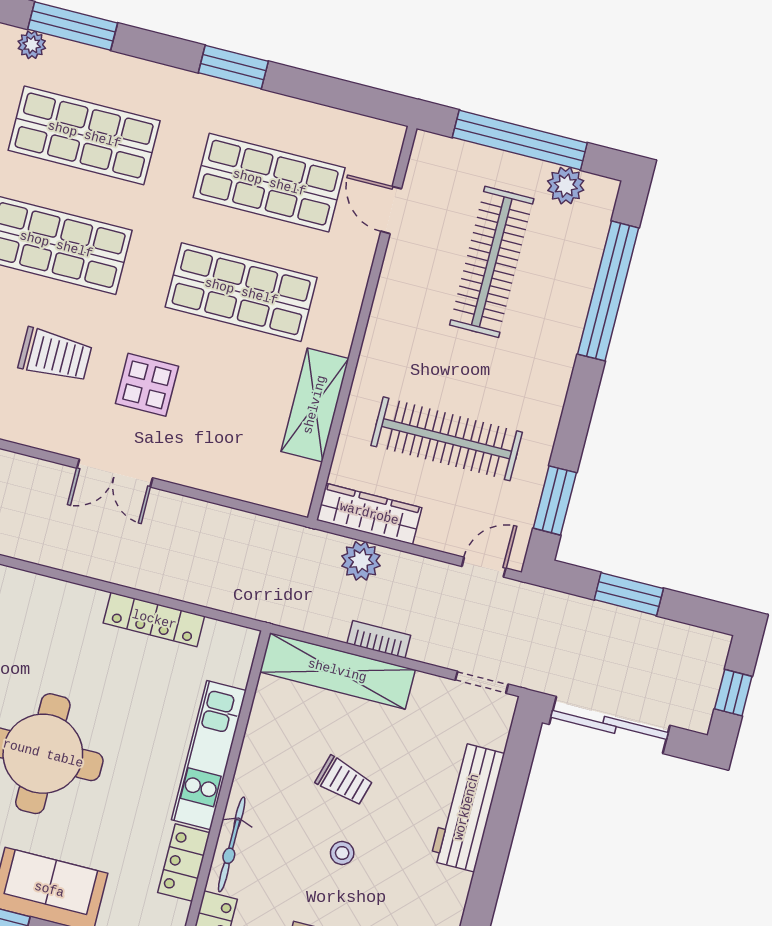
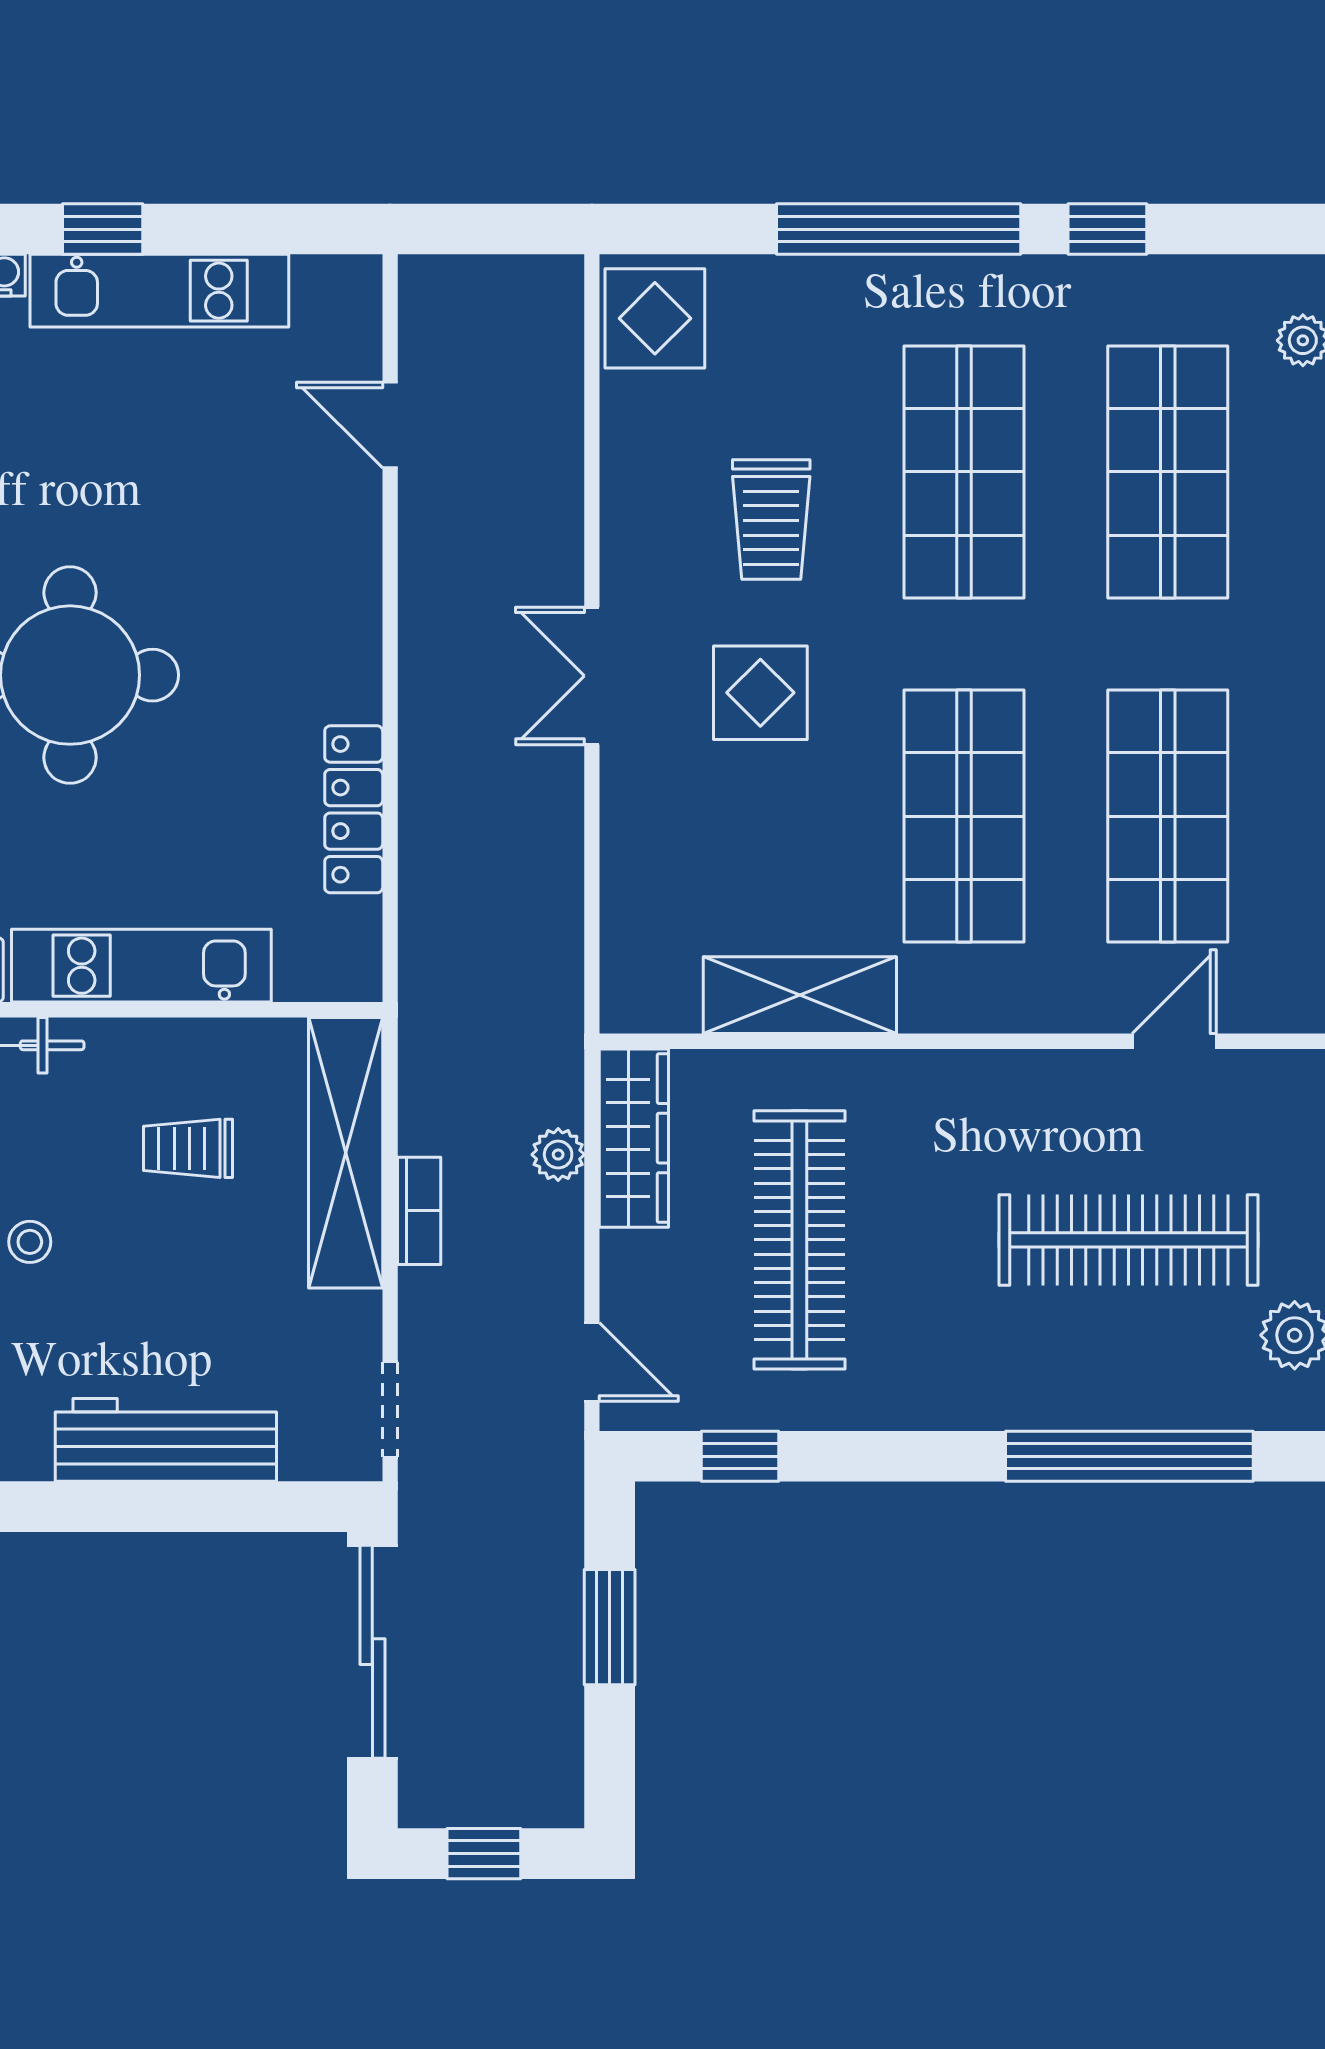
window: (555, 500) -> (740, 1456), width x0.67
plant: (361, 561) -> (558, 1155), width x0.73, depth x0.73
trolley: (344, 781) -> (188, 1148), moved, turned 74

